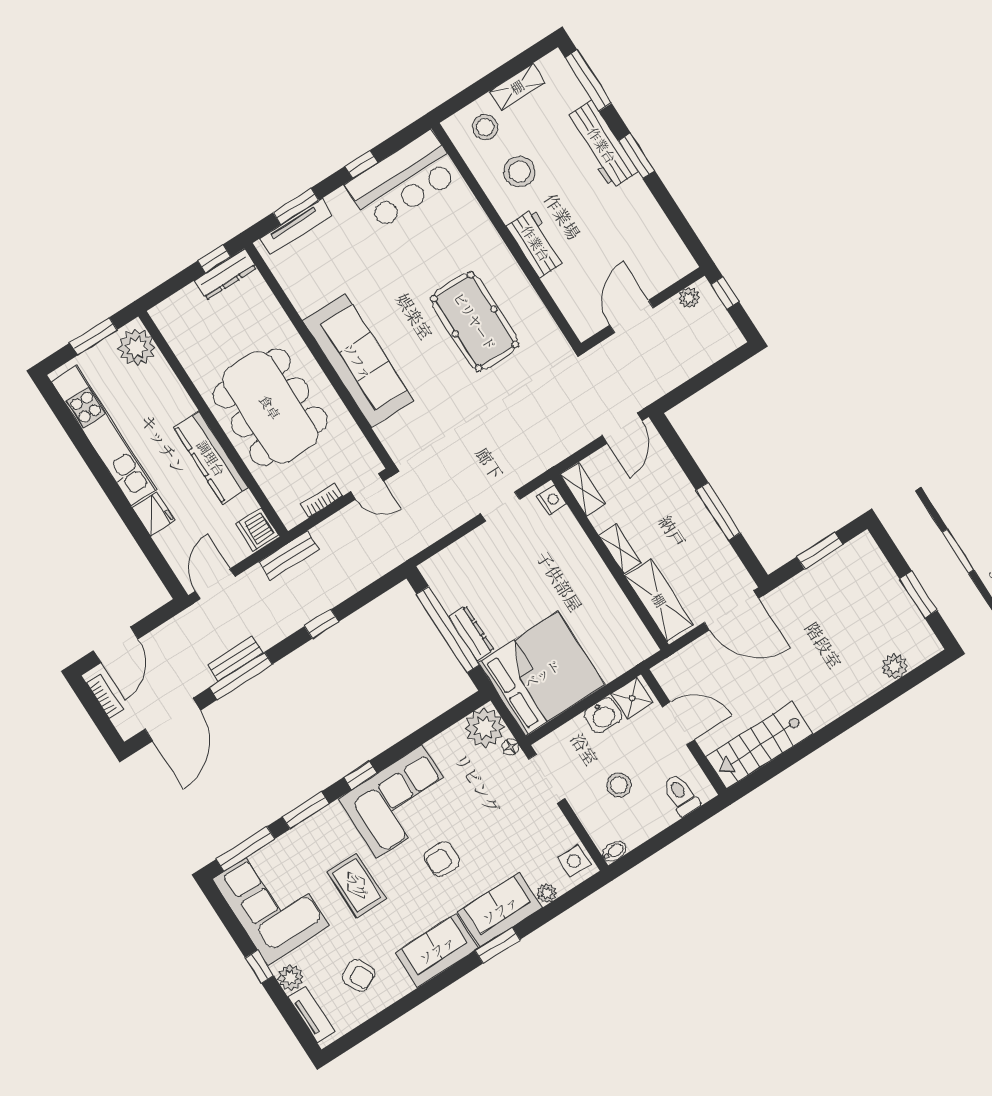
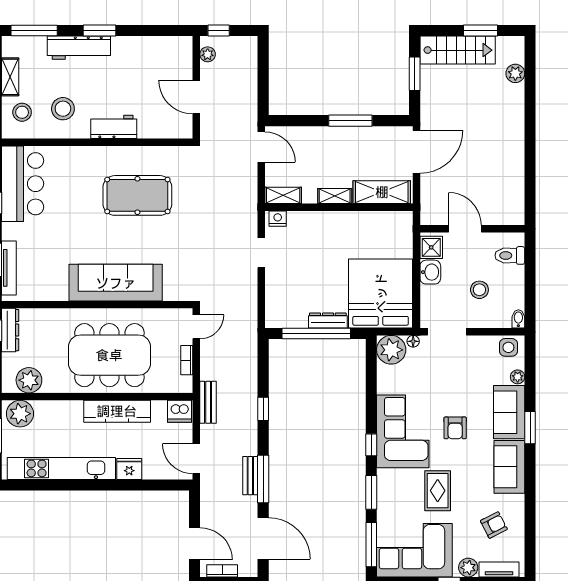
plant: (182, 333) -> (29, 380), added
door: (678, 723) -> (465, 229), hinge flipped
stairs: (759, 745) -> (458, 50), moved, turned -90
rug: (357, 885) -> (438, 491), turned 90

